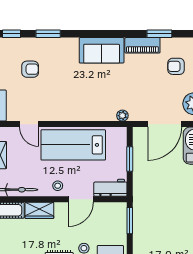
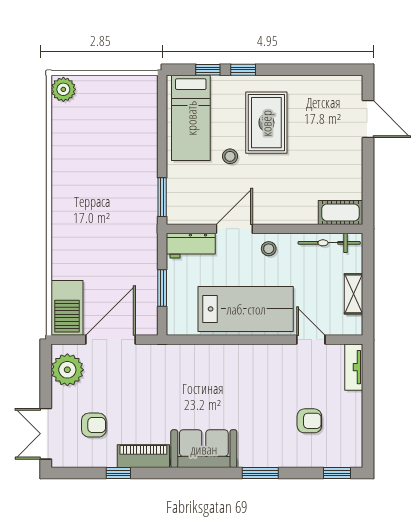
window: (48, 34) -> (260, 473), moved
window: (159, 34) -> (118, 473), width x0.67
armchair: (30, 69) -> (309, 421), turned 180
plant: (122, 116) -> (173, 352), removed
wardrobe: (39, 210) -> (296, 212), removed

